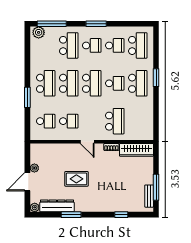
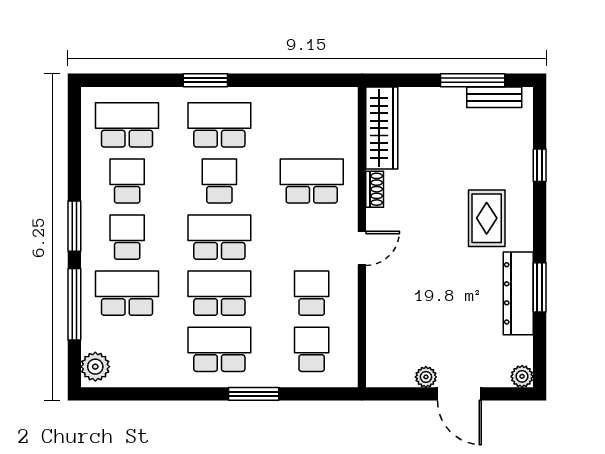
window: (52, 24) -> (74, 304), moved
rug: (76, 179) -> (487, 218), moved
dresser: (57, 206) -> (518, 293), moved

